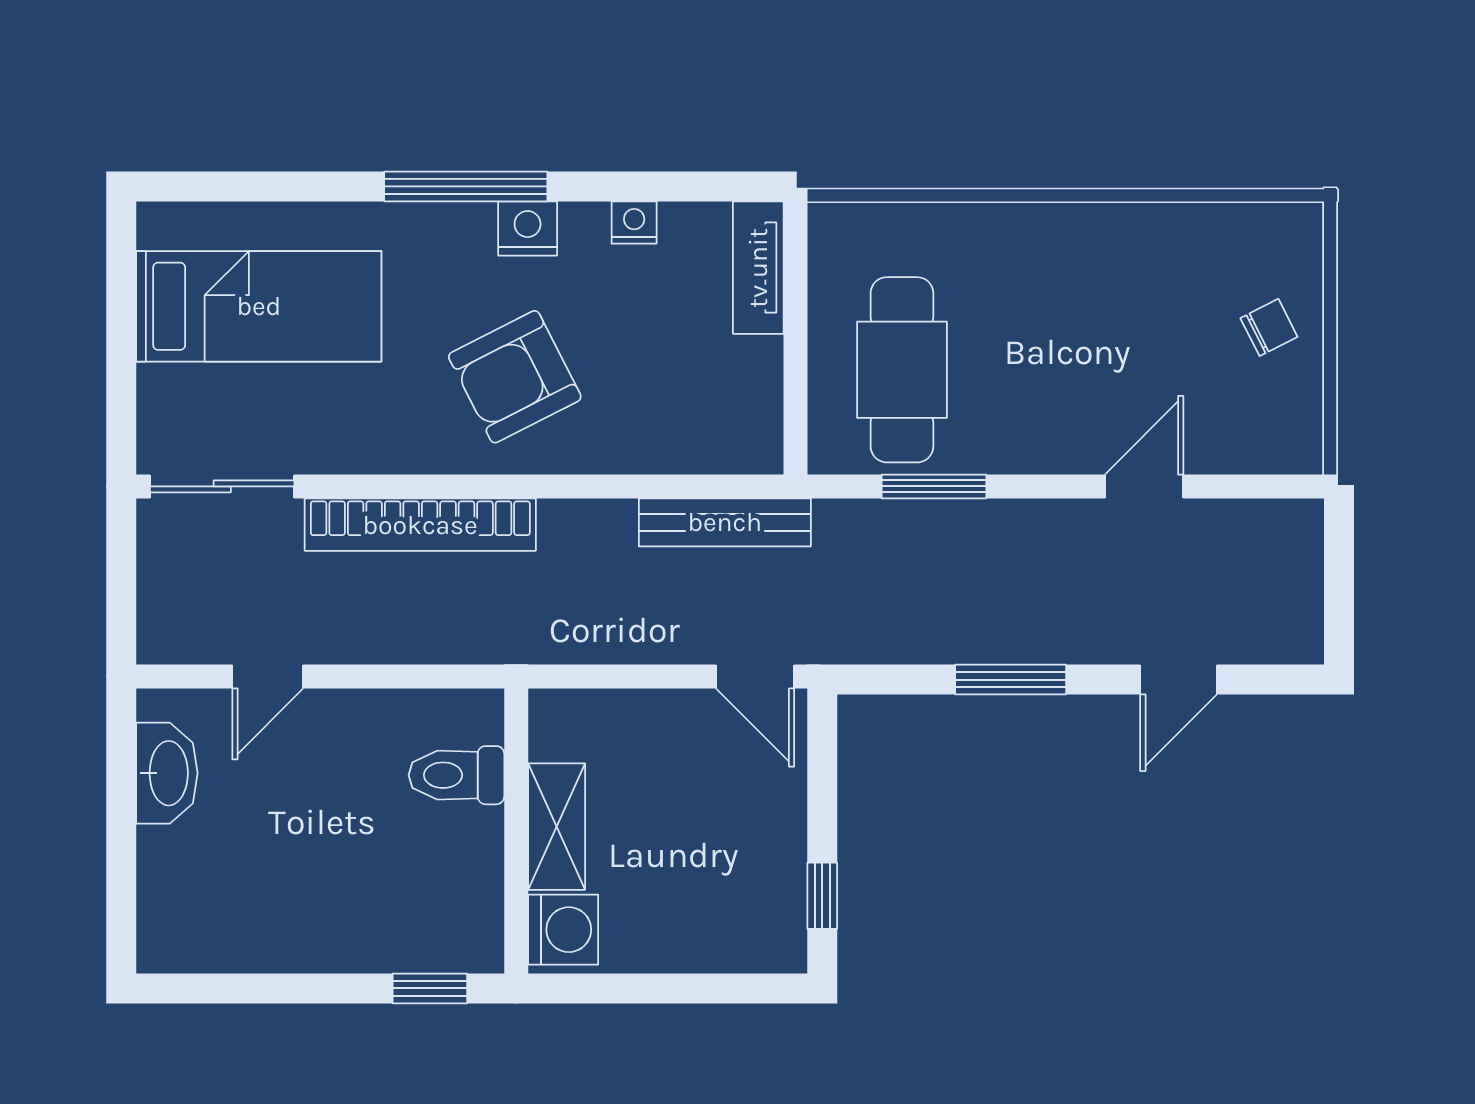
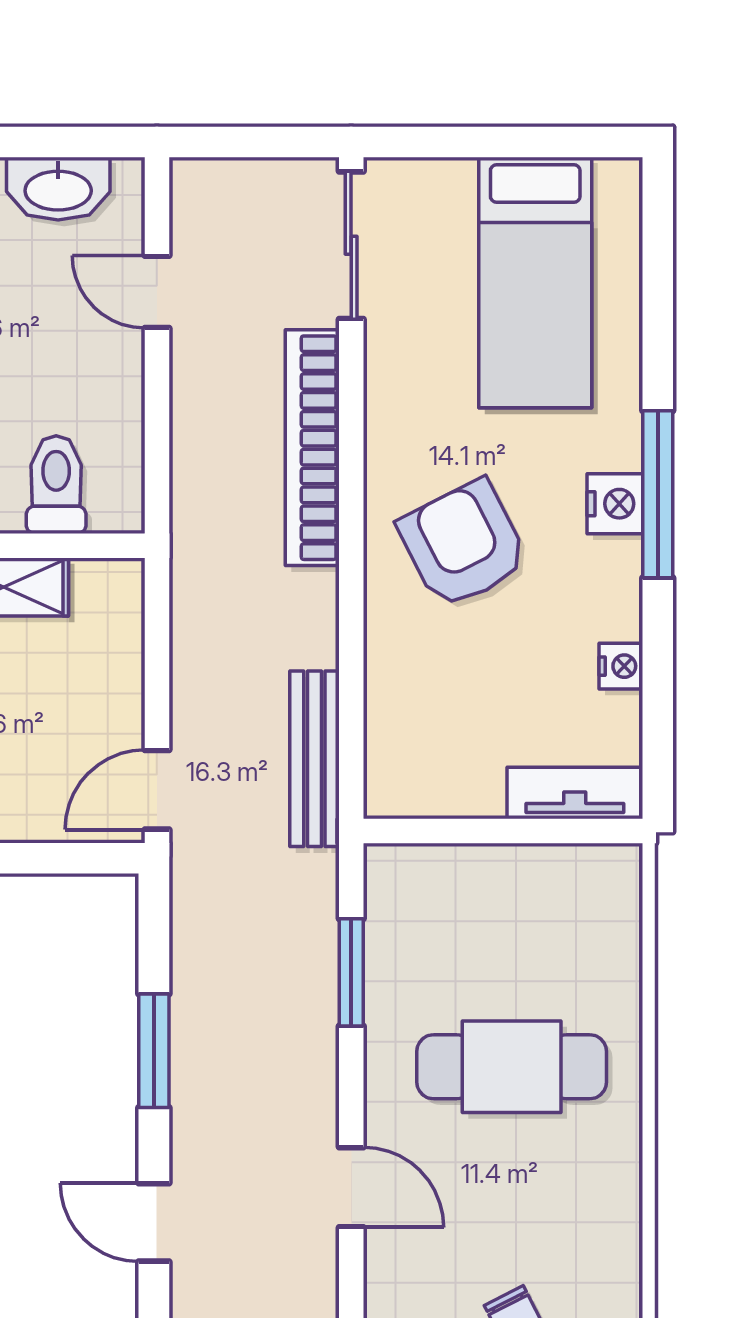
nightstand: (528, 228) -> (615, 504), moved
cafe table: (902, 370) -> (512, 1067), moved

